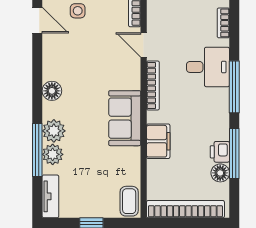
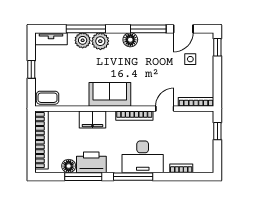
window: (37, 67) -> (148, 29), added
desk: (208, 67) -> (143, 157), width x1.37
printer: (220, 152) -> (91, 162), width x1.87, depth x1.48

